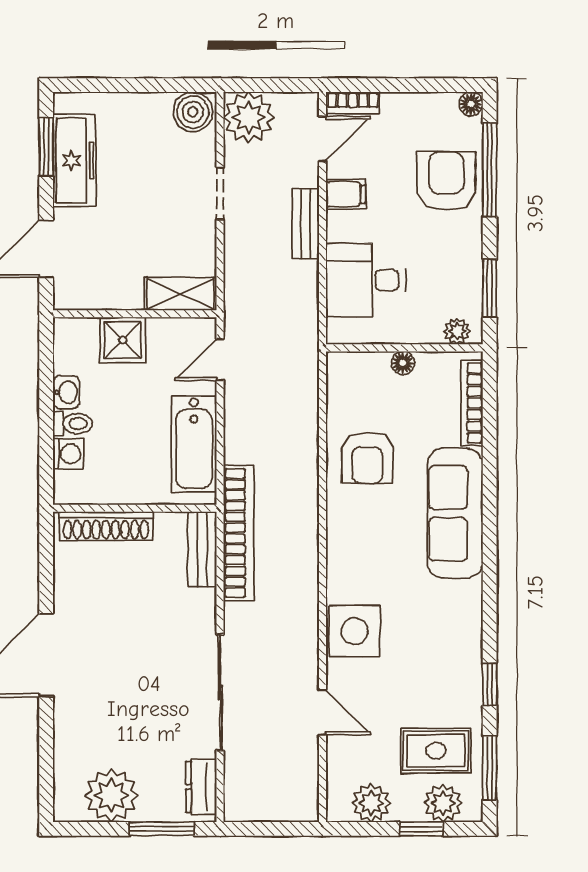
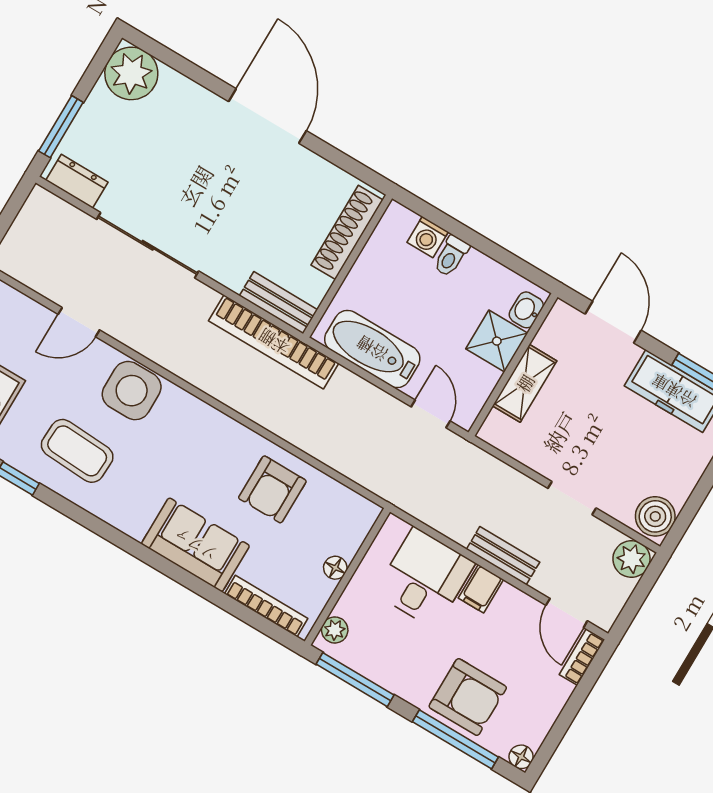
plant: (249, 117) -> (631, 559), width x0.73, depth x0.73
filing cabinet: (346, 194) -> (481, 589), moved
window: (490, 288) -> (355, 680), width x1.44
shelving: (180, 294) -> (525, 383), moved
washbasin: (66, 392) -> (526, 310), moved, turned 90
armchair: (367, 458) -> (272, 489), turned -90
sofa: (455, 513) -> (195, 545), width x0.73
coffee table: (435, 647) -> (77, 451), added
plant: (111, 795) -> (131, 73), moved

